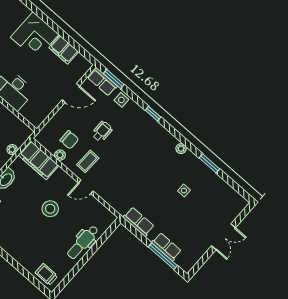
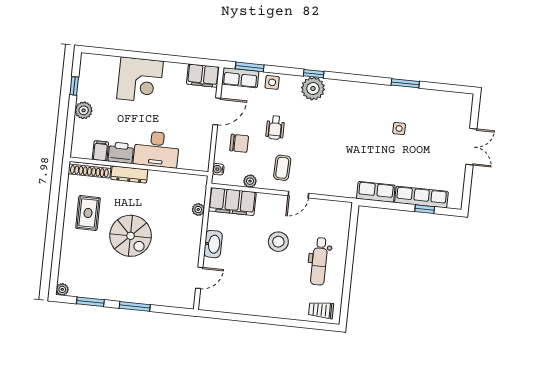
filing cabinet: (64, 50) -> (203, 76), moved
wheelchair: (102, 131) -> (275, 128), turned 180
water cooler: (44, 132) -> (218, 169), added
chair: (69, 140) -> (239, 143), moved
plant: (181, 149) -> (313, 89), moved, width x1.87, depth x1.87
dental chair: (83, 242) -> (319, 261), moved
row of seats: (166, 247) -> (421, 197), width x1.48
window: (163, 256) -> (425, 209), width x0.46

